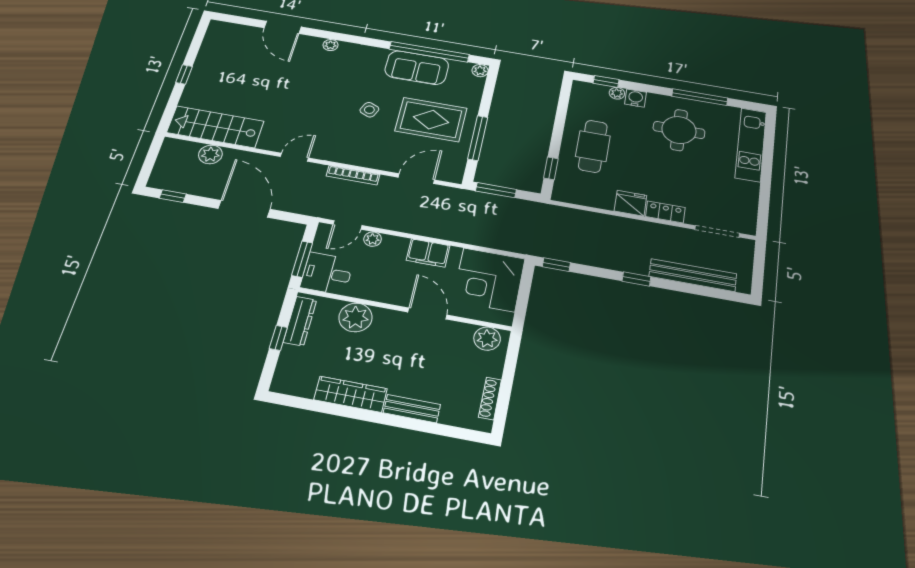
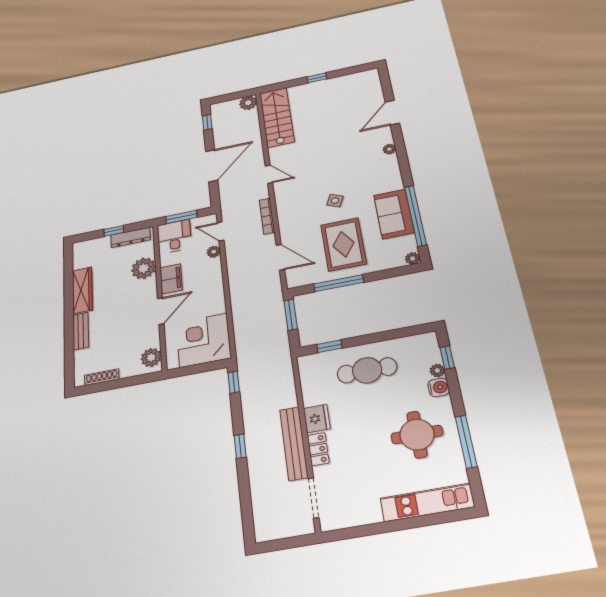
plant: (210, 154) -> (248, 103), moved
filing cabinet: (428, 253) -> (171, 279), moved, turned 180
bench: (693, 275) -> (294, 443), moved

